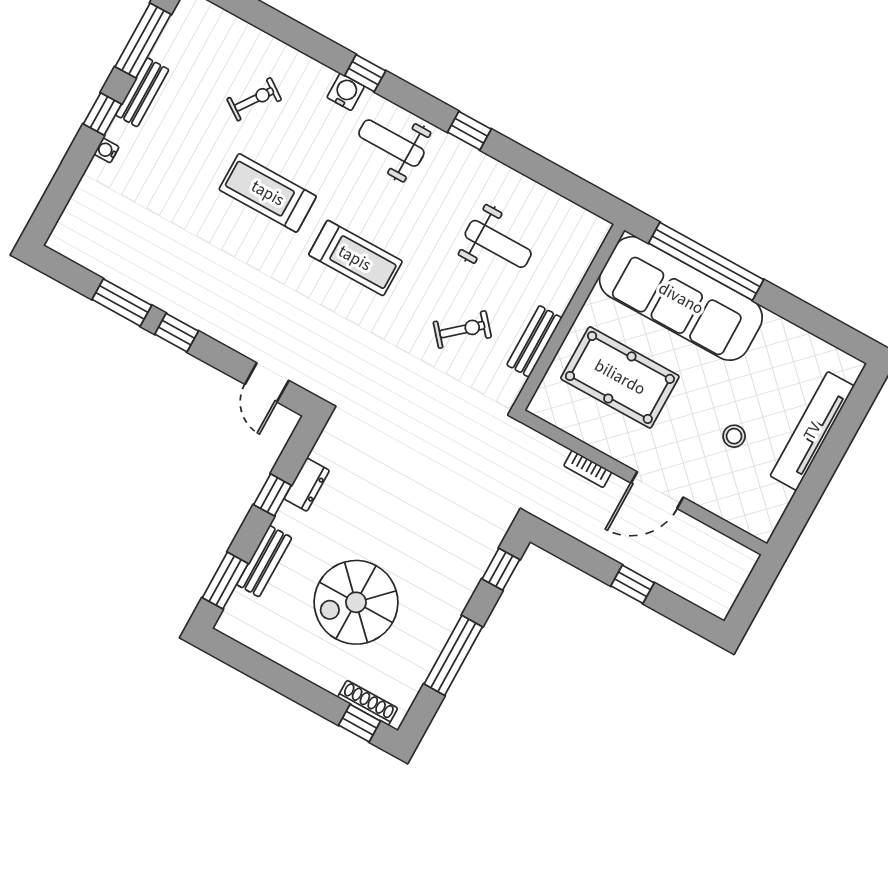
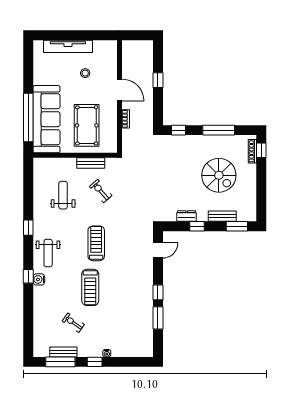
bench: (142, 92) -> (63, 352), moved
exercise bike: (254, 99) -> (73, 323), moved

